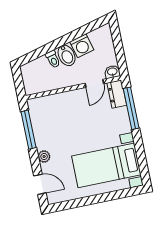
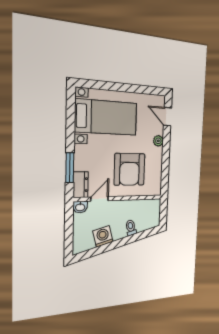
bidet: (67, 55) -> (118, 229), removed
window: (131, 108) -> (70, 168), width x0.69
armchair: (69, 120) -> (130, 169), added
window: (29, 130) -> (165, 168), removed

